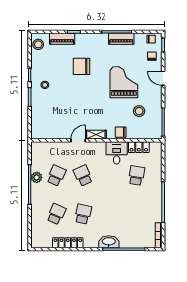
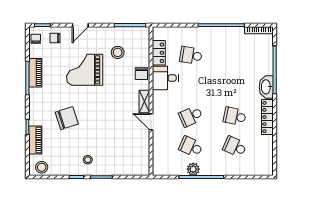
chair: (81, 66) -> (67, 118), turned -108
locker: (68, 243) -> (267, 117), moved

